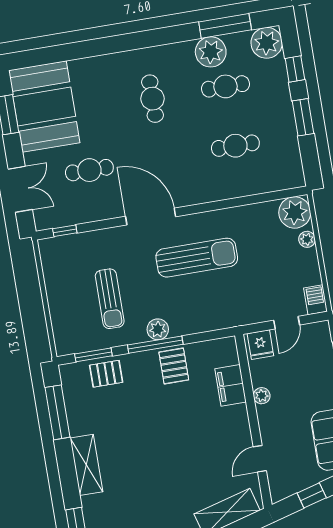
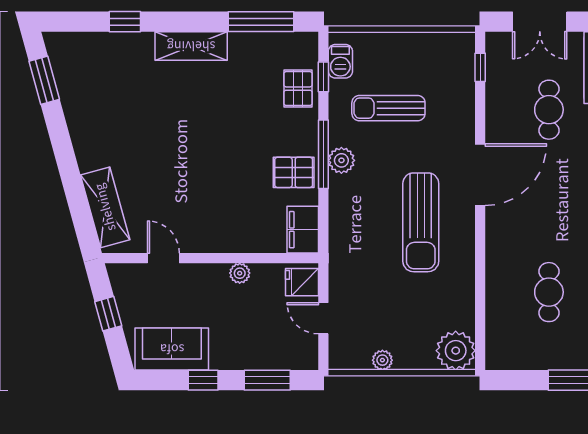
plant: (307, 239) -> (382, 360), moved
barbecue: (315, 300) -> (340, 61), moved, turned 90
window: (93, 355) -> (323, 77), width x0.67
filing cabinet: (231, 385) -> (303, 230), moved, turned -90

